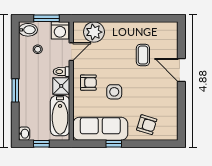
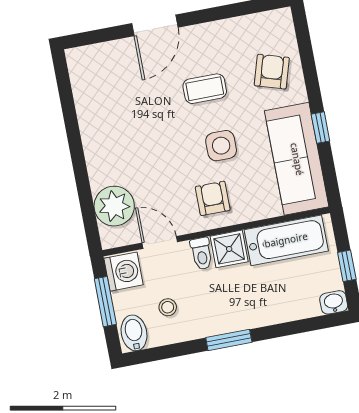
coffee table: (143, 55) -> (205, 89), moved
window: (15, 90) -> (229, 340), moved

